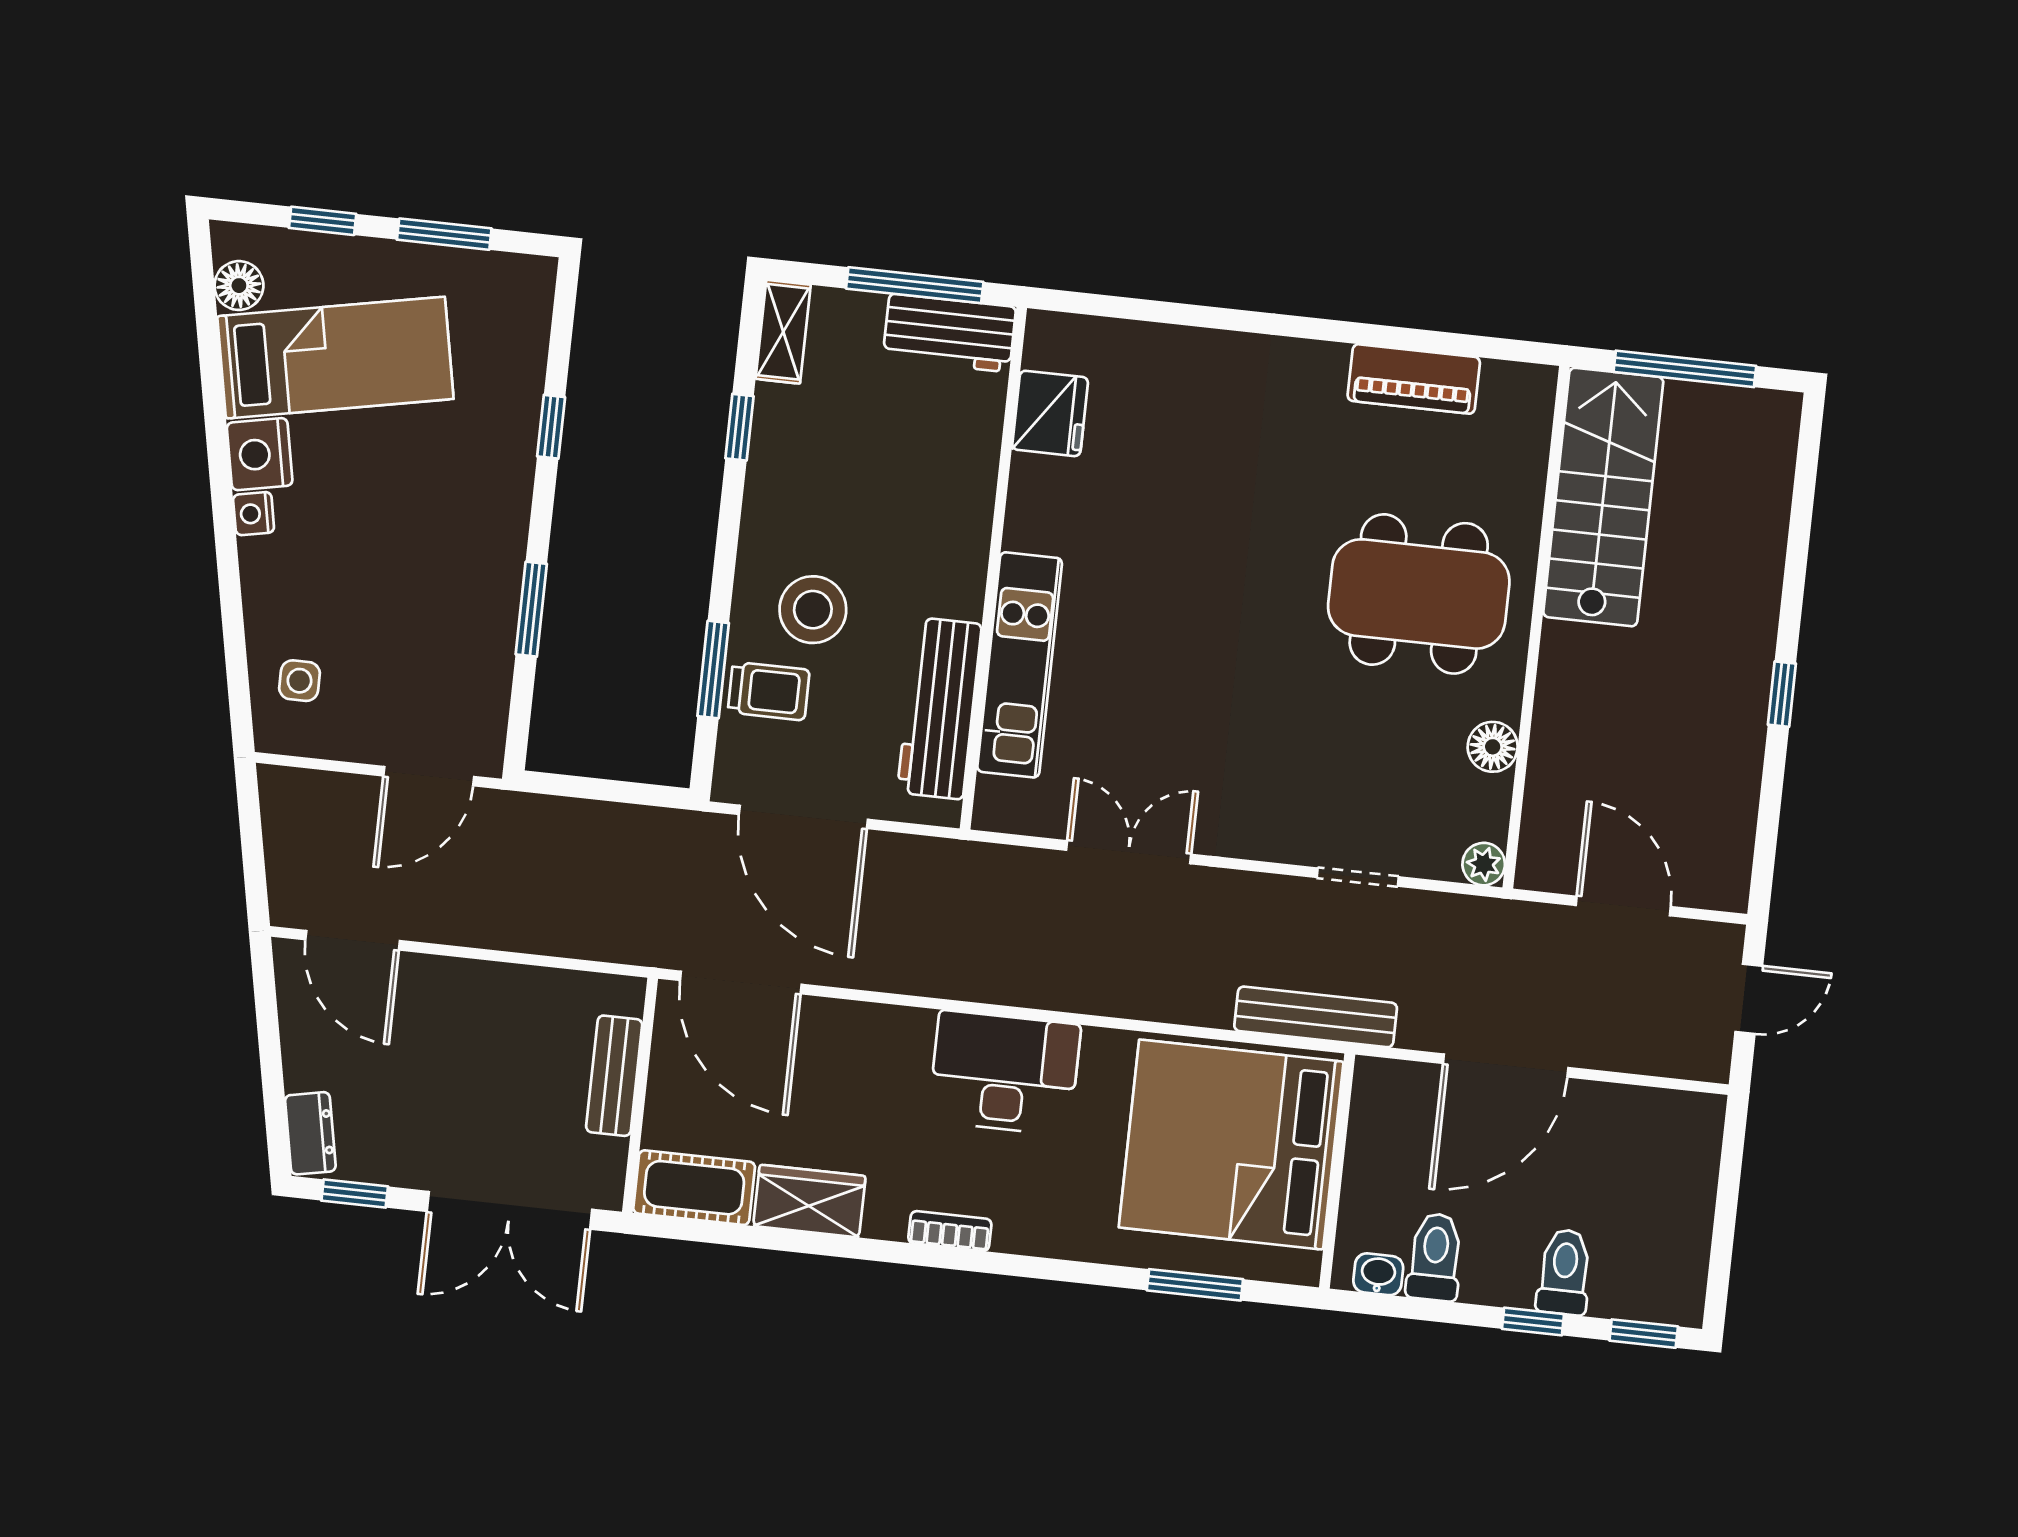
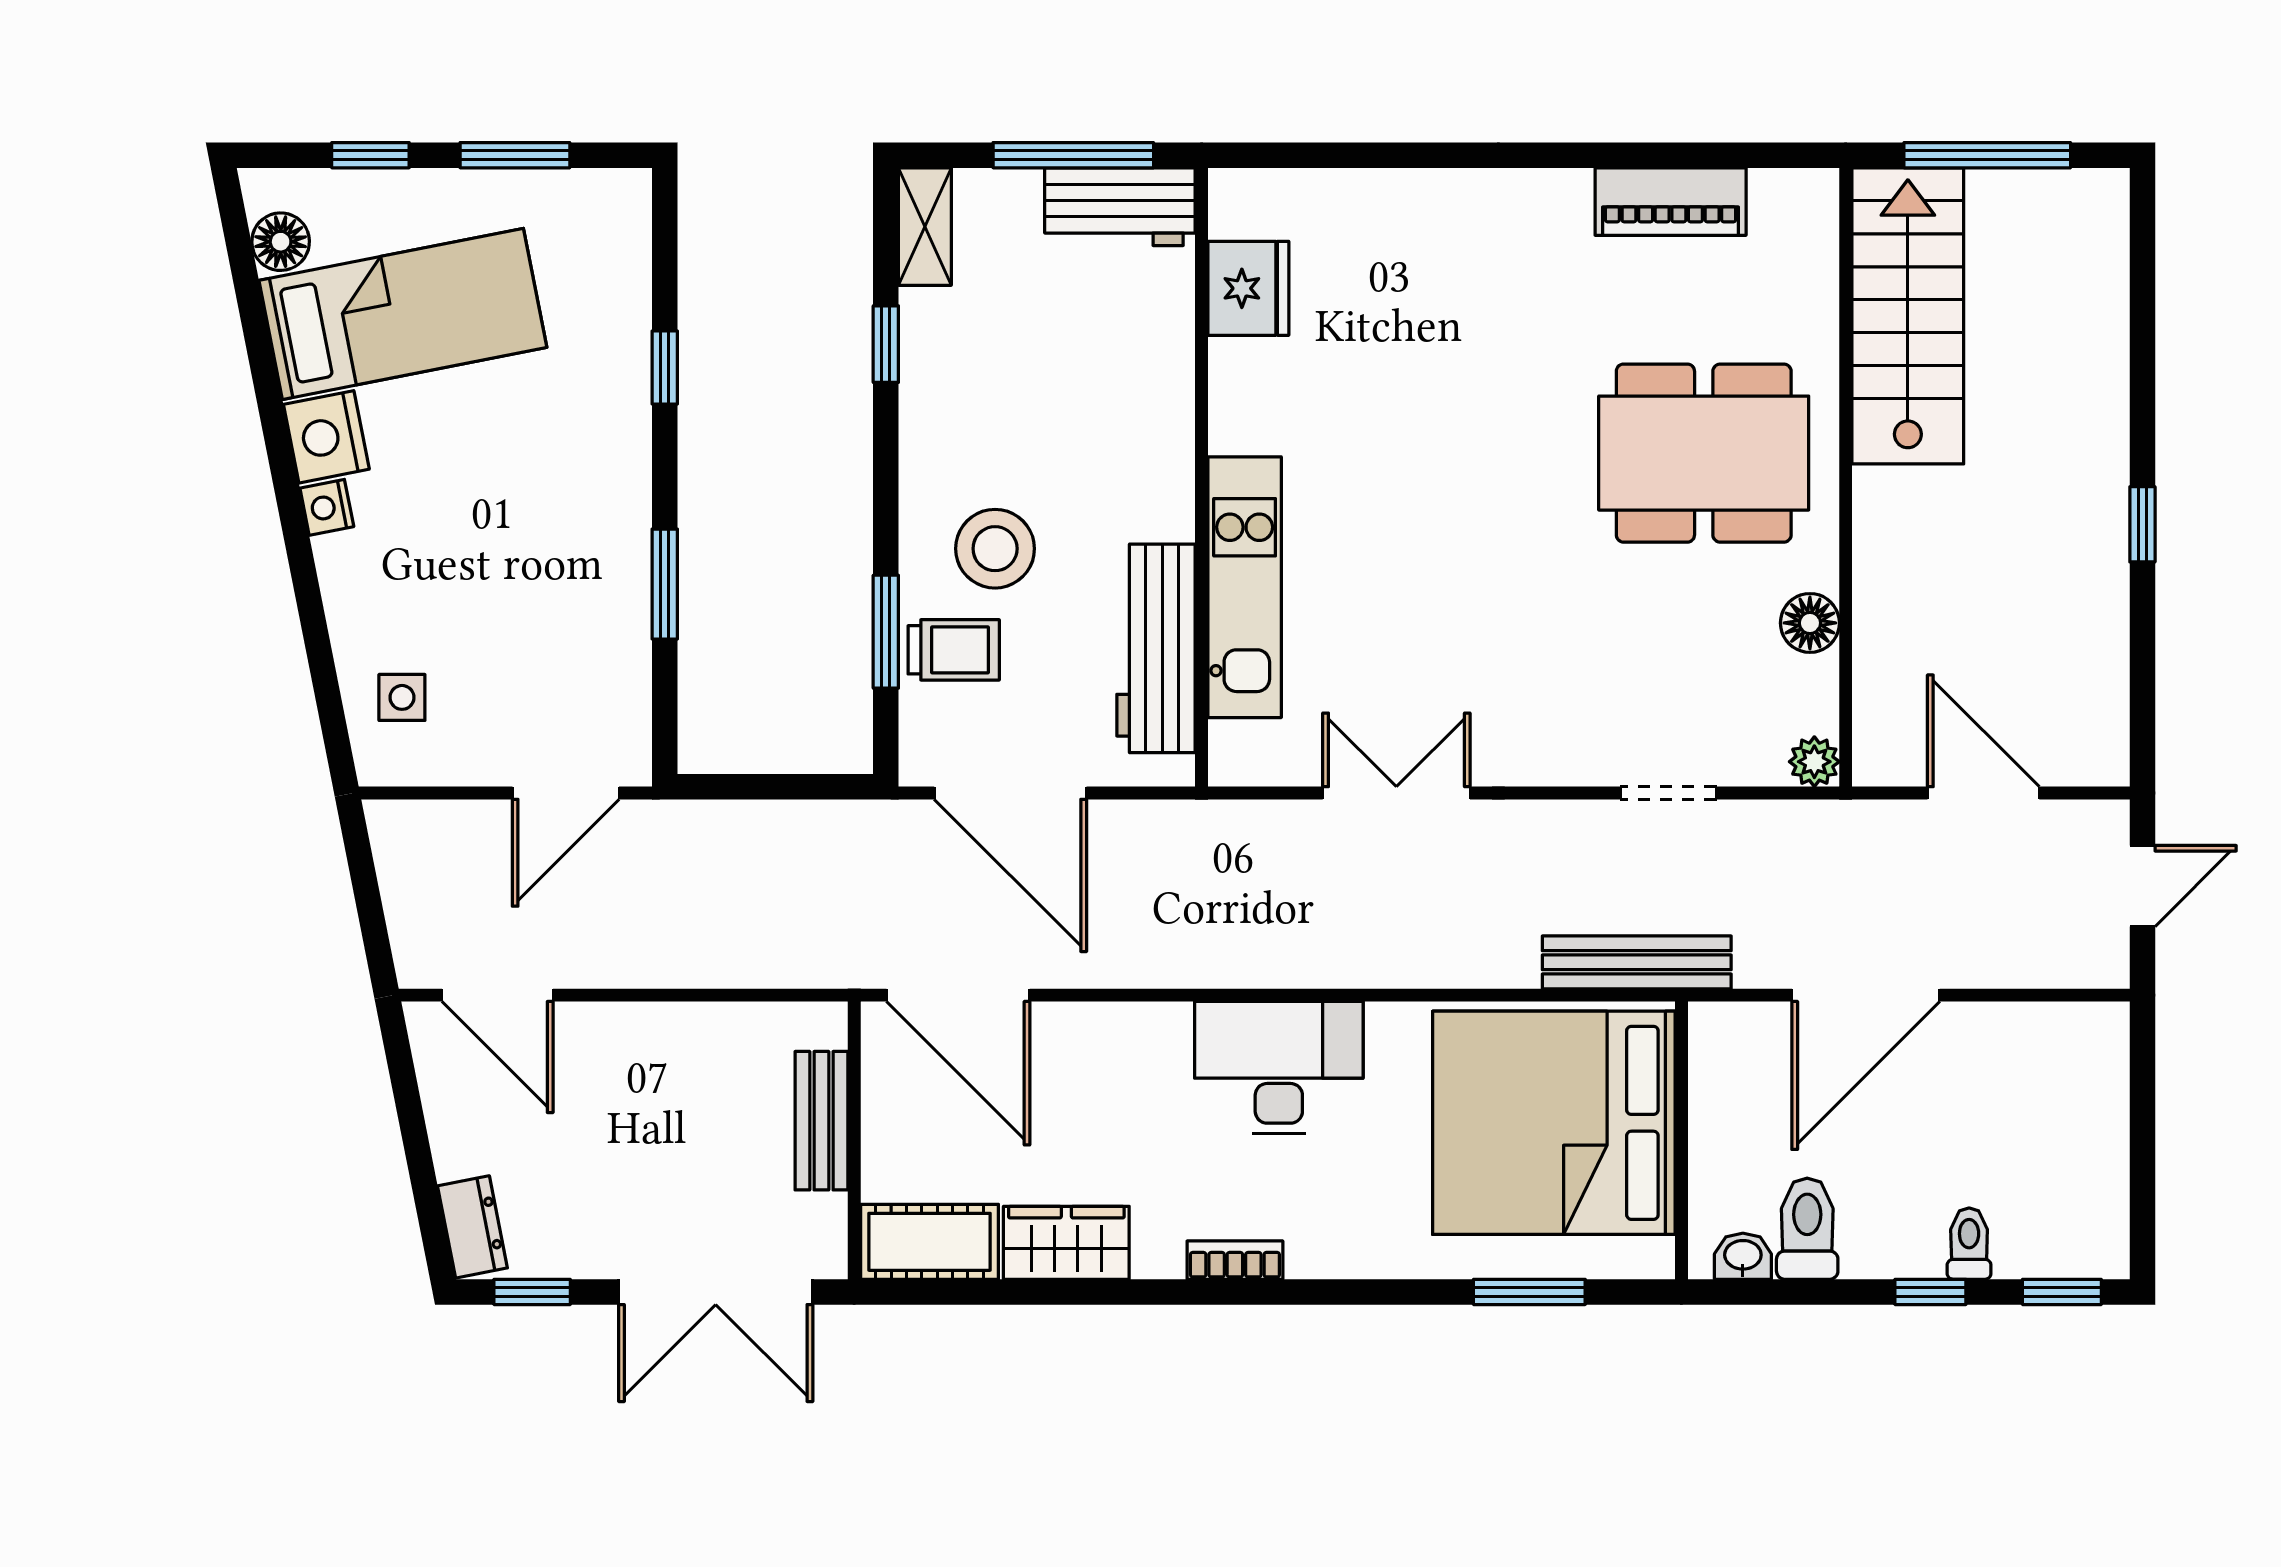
toilet: (1564, 1272) -> (1969, 1244), width x0.73, depth x0.72

